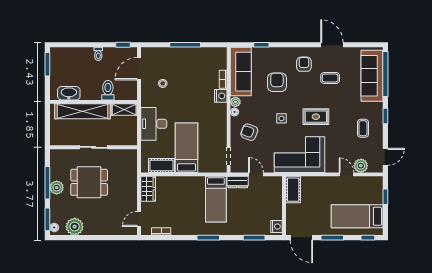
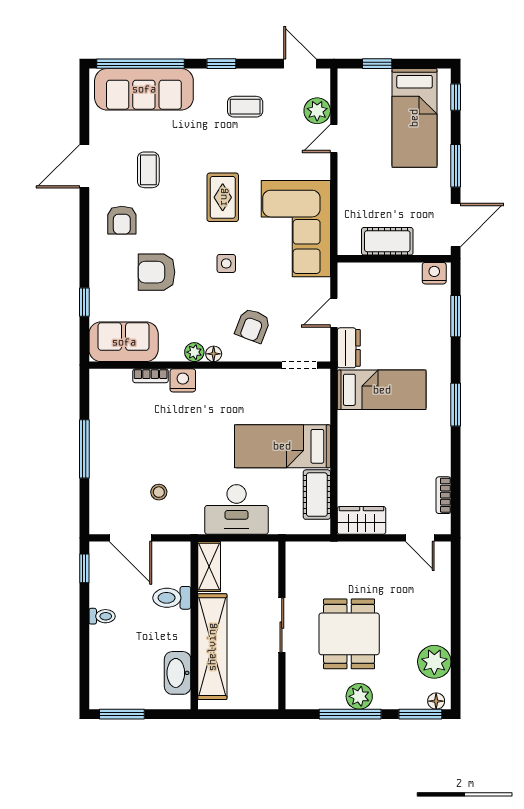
armchair: (304, 64) -> (122, 220), turned -90
sofa: (241, 72) -> (124, 342), width x0.73
cot: (293, 190) -> (387, 241), moved

